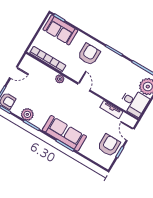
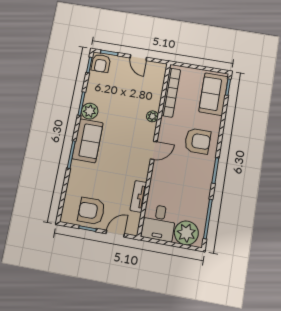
plant: (27, 114) -> (90, 111), moved
sofa: (64, 133) -> (88, 141), width x0.73
armchair: (109, 145) -> (91, 211), turned 180

